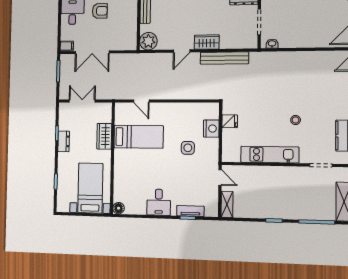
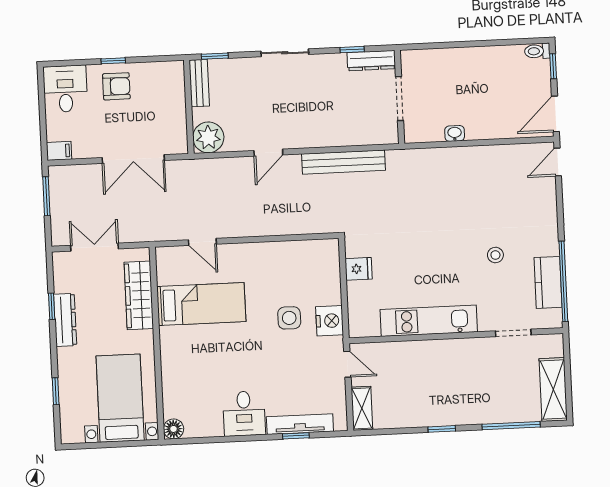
wardrobe: (207, 42) -> (311, 136), removed
washbasin: (272, 44) -> (455, 133), moved
double door: (92, 52) -> (133, 159), moved
stool: (296, 120) -> (495, 255), moved
nightstand: (211, 129) -> (330, 321), moved
wardrobe: (104, 136) -> (139, 295), width x1.50
dresser: (64, 141) -> (65, 320), width x1.44
tv unit: (190, 211) -> (300, 424), width x1.41

